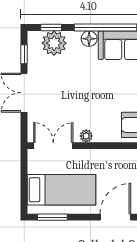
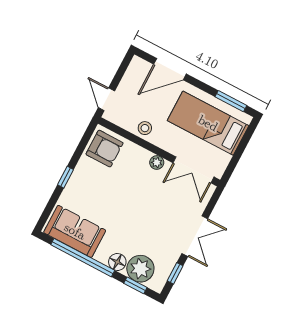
floor lamp: (89, 39) -> (117, 262), moved
stool: (110, 159) -> (145, 128), added

